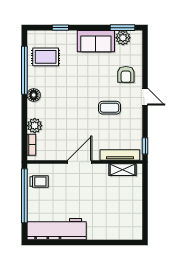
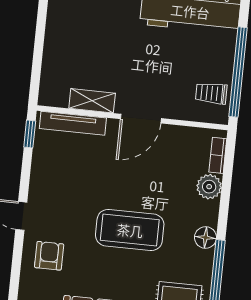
coffee table: (109, 108) -> (130, 230), moved, width x1.86, depth x1.72
shelving: (123, 170) -> (92, 101), moved

